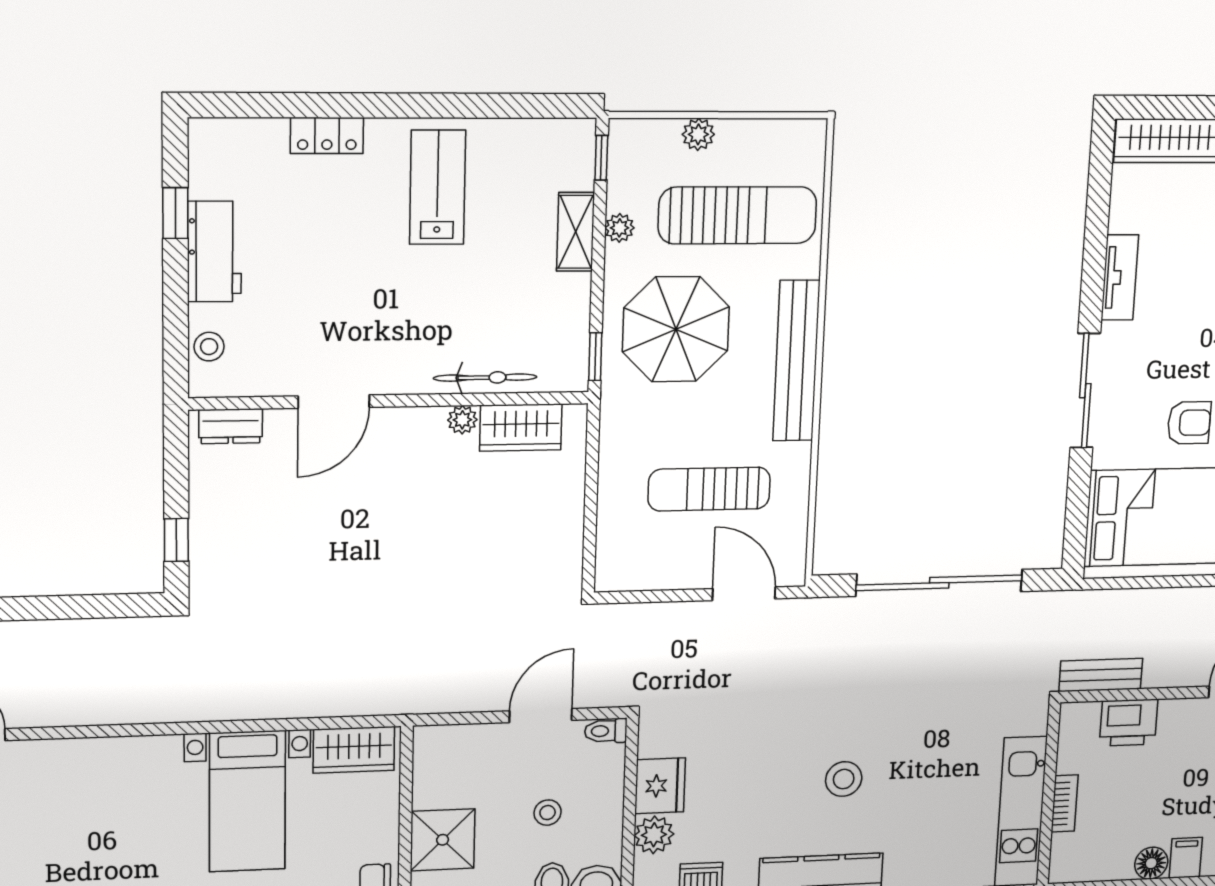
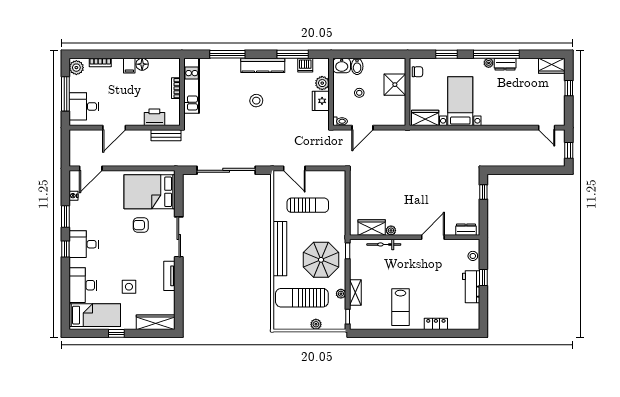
window: (175, 213) -> (483, 278), moved

